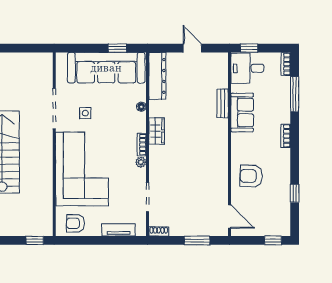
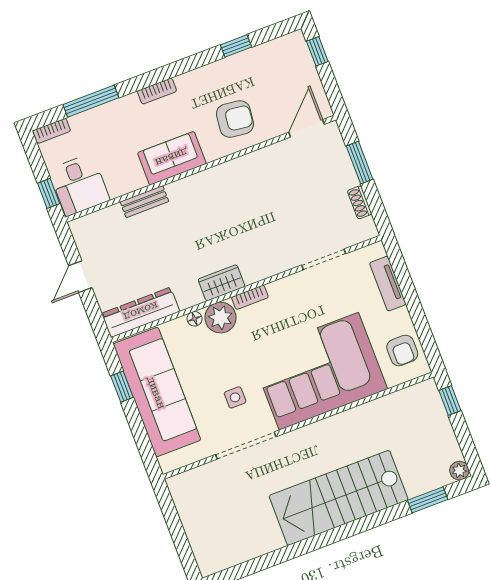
sofa: (242, 112) -> (172, 158), moved
plant: (141, 162) -> (220, 318), moved, width x1.87, depth x1.87
armchair: (251, 176) -> (235, 119), turned -85
shoe rack: (159, 231) -> (360, 202), moved

